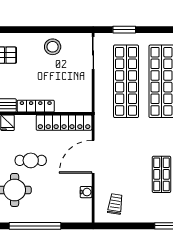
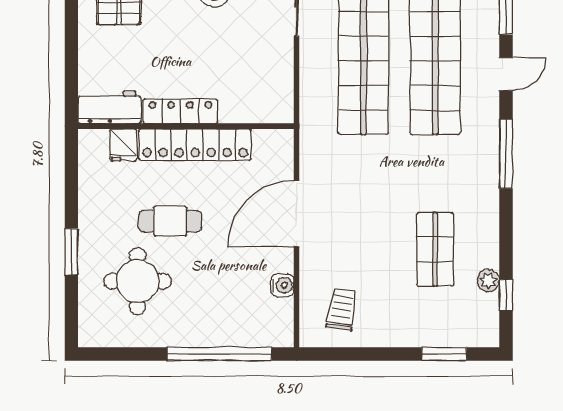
locker: (64, 123) -> (195, 145), moved
window: (35, 226) -> (219, 354), moved

